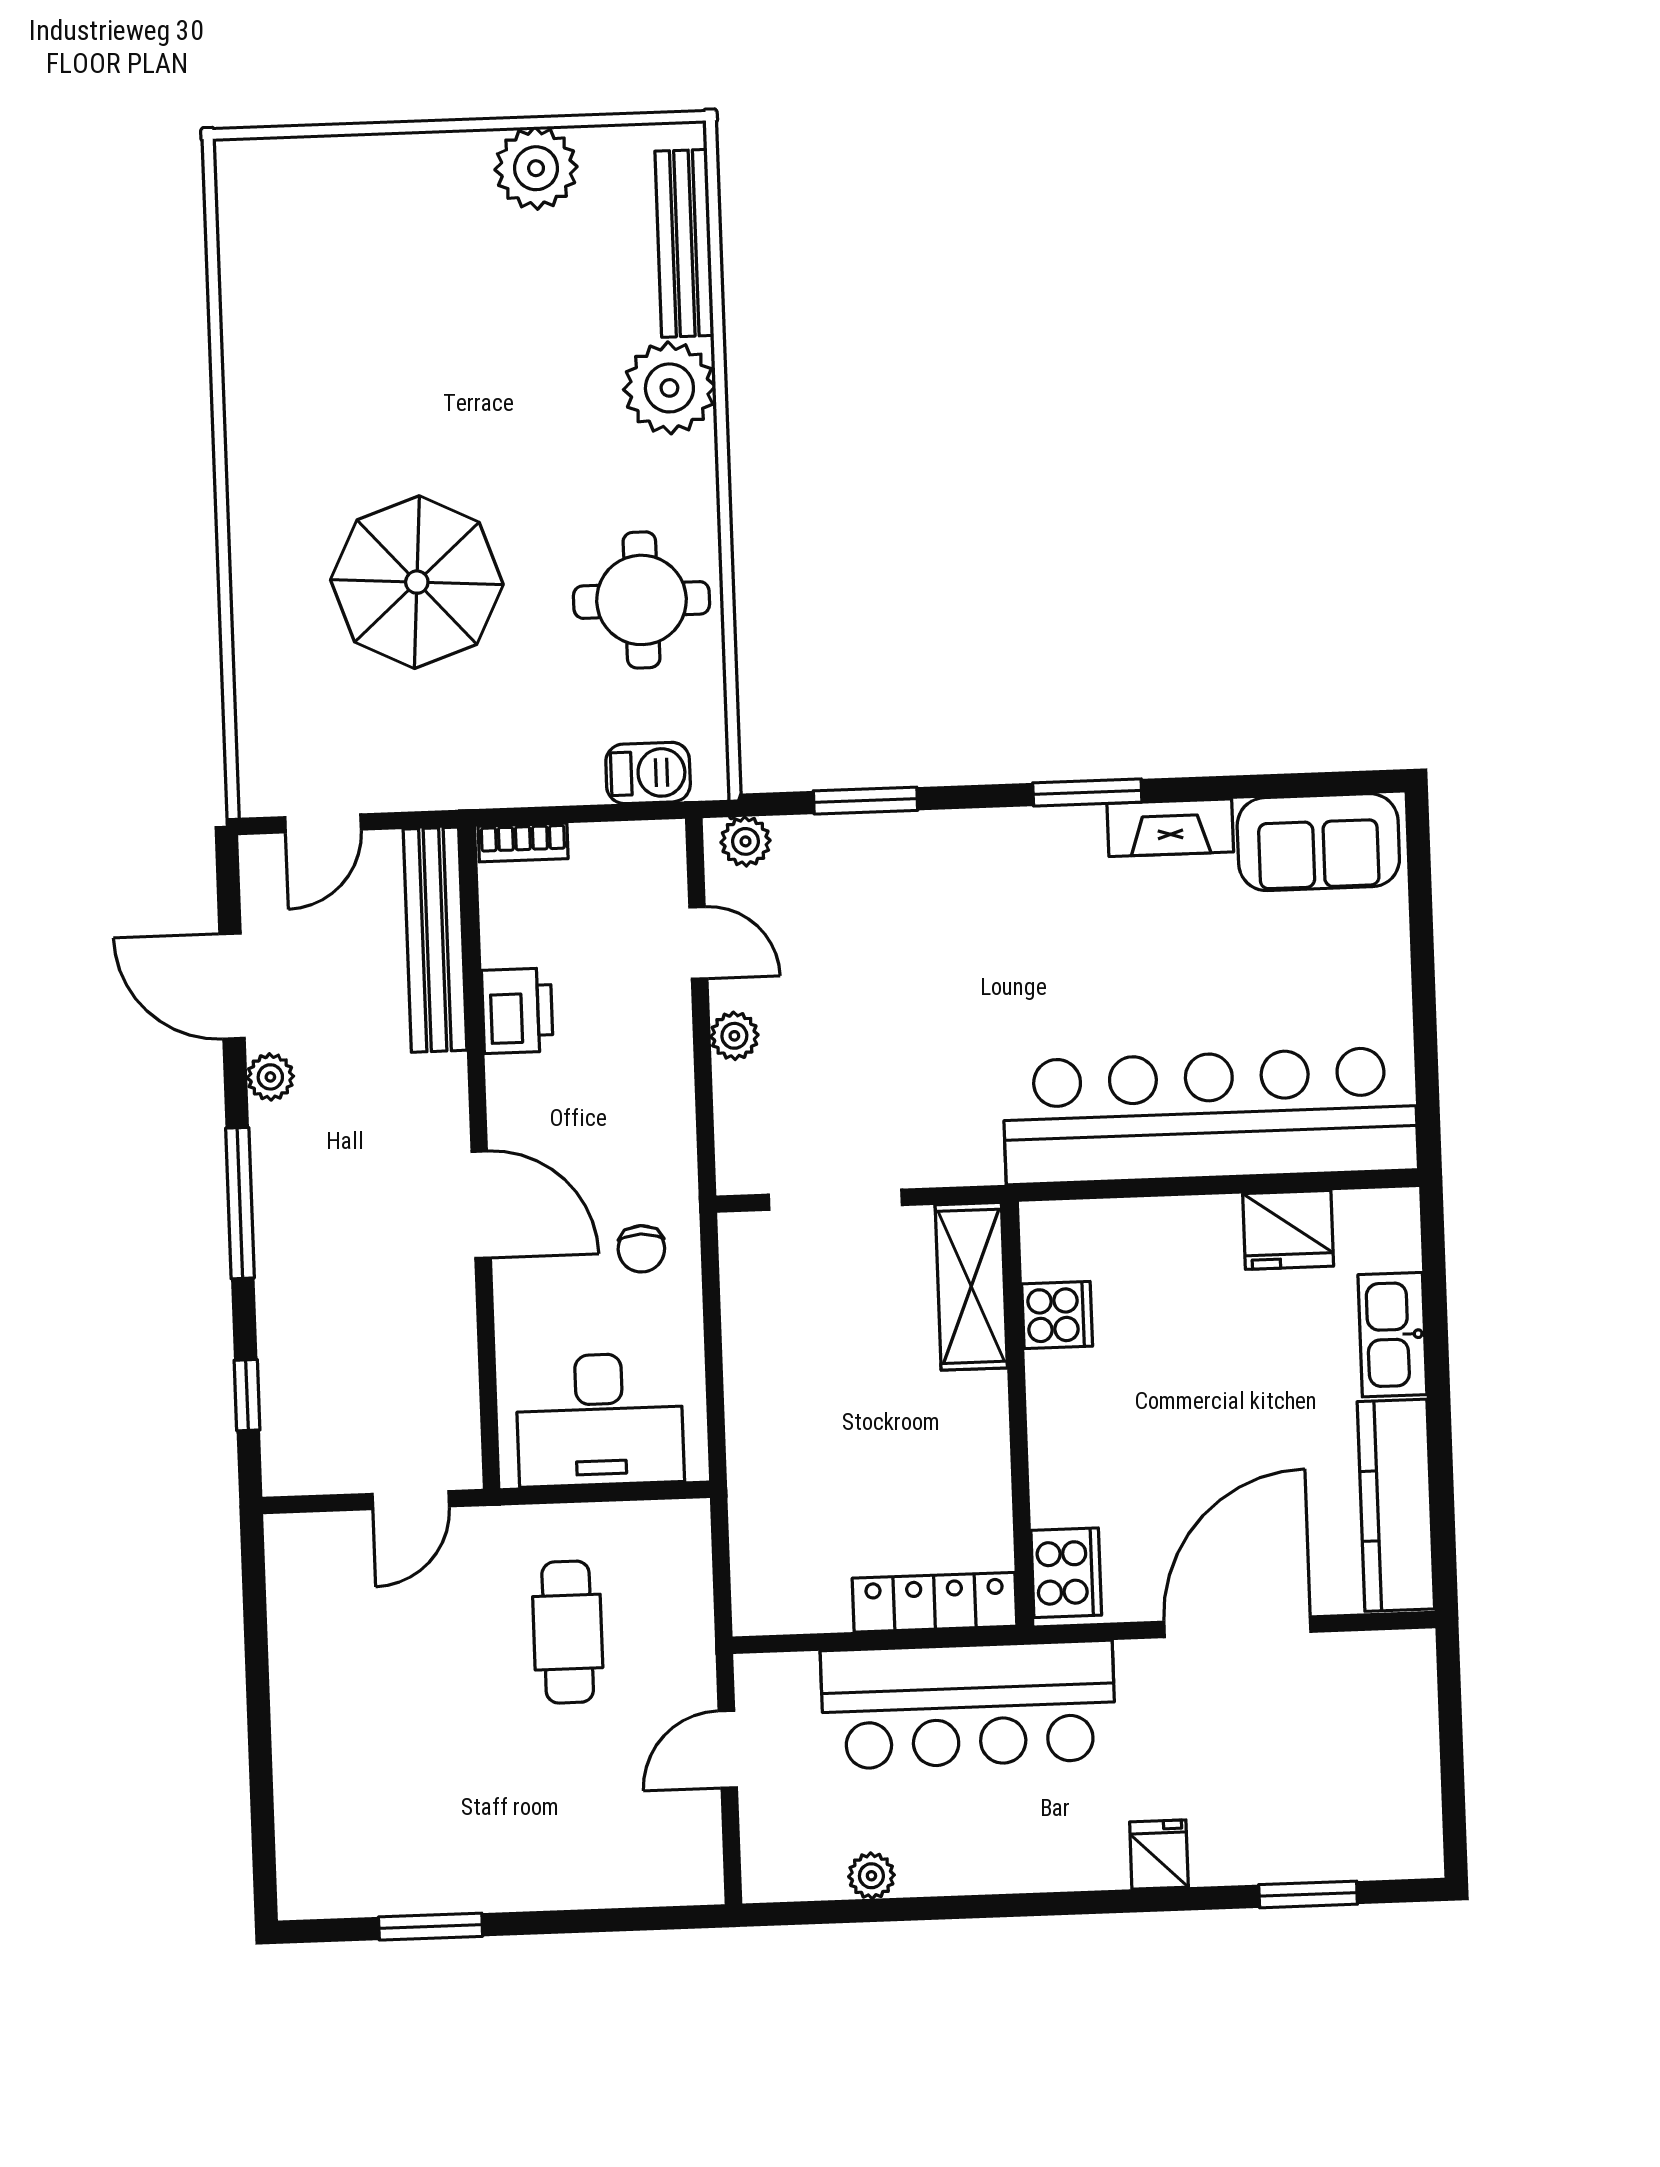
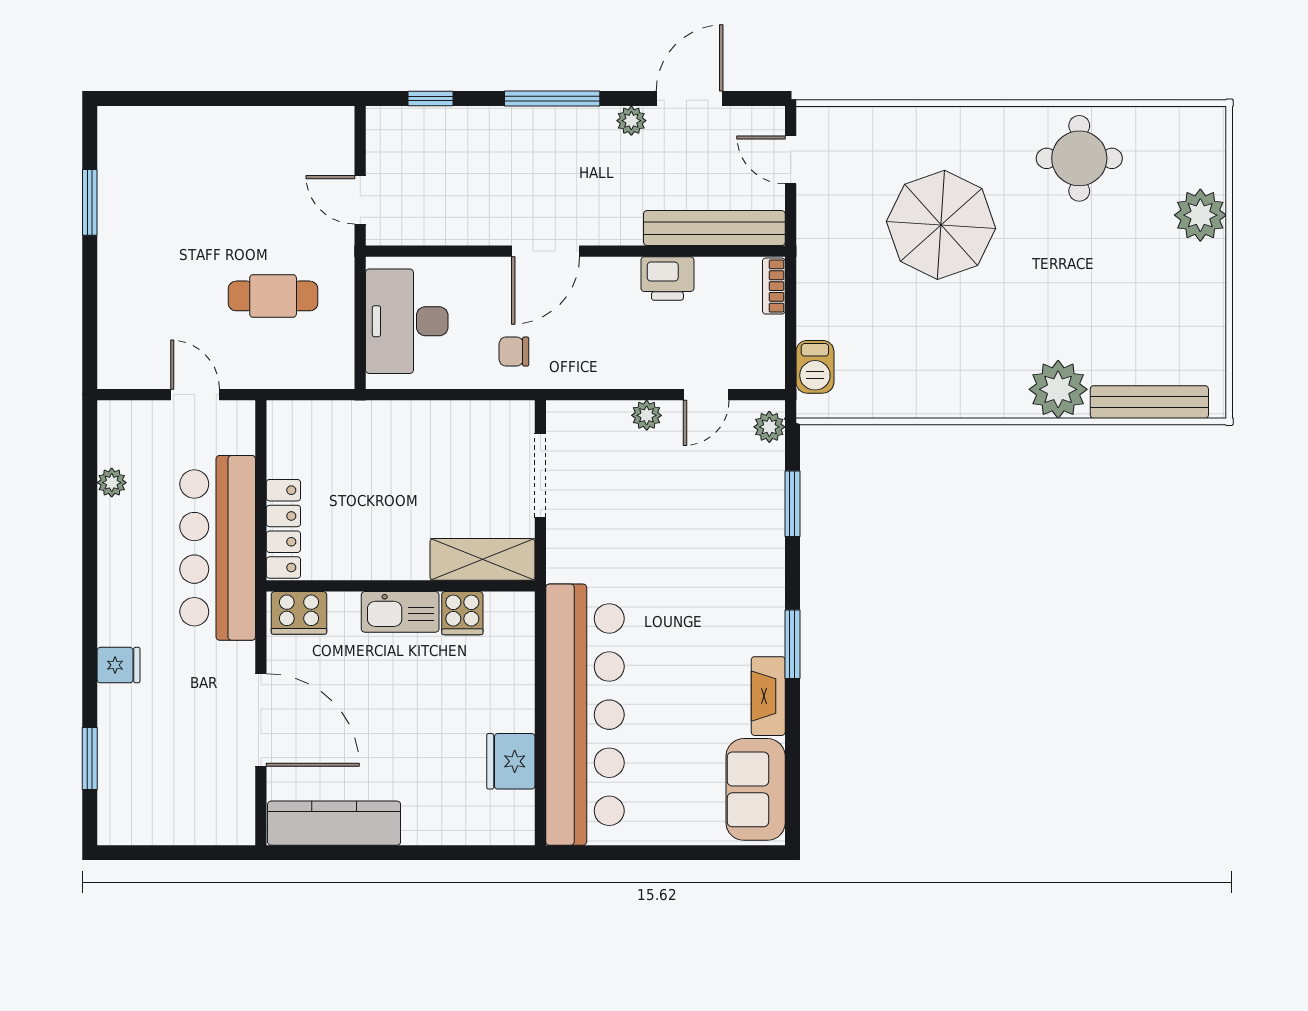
plant: (536, 168) -> (1200, 215), moved
round table: (642, 600) -> (1079, 158), moved
kitchen sink: (1392, 1335) -> (400, 612), moved, turned 180

